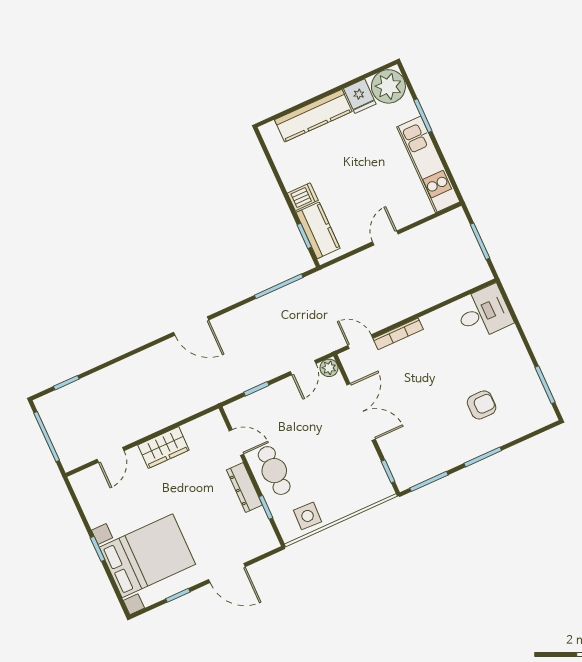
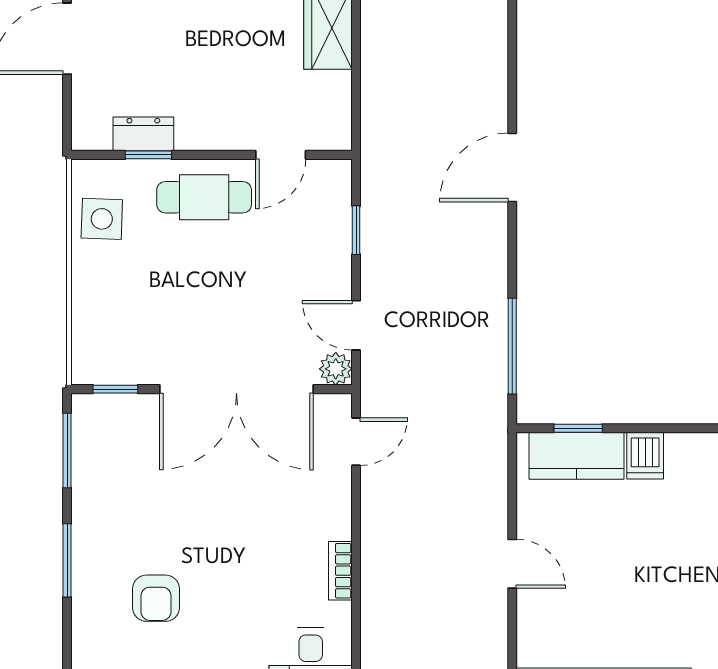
bookcase: (398, 334) -> (340, 571), moved, width x0.64
double door: (361, 412) -> (236, 389), width x1.36
dresser: (244, 488) -> (143, 134), moved, width x0.70

